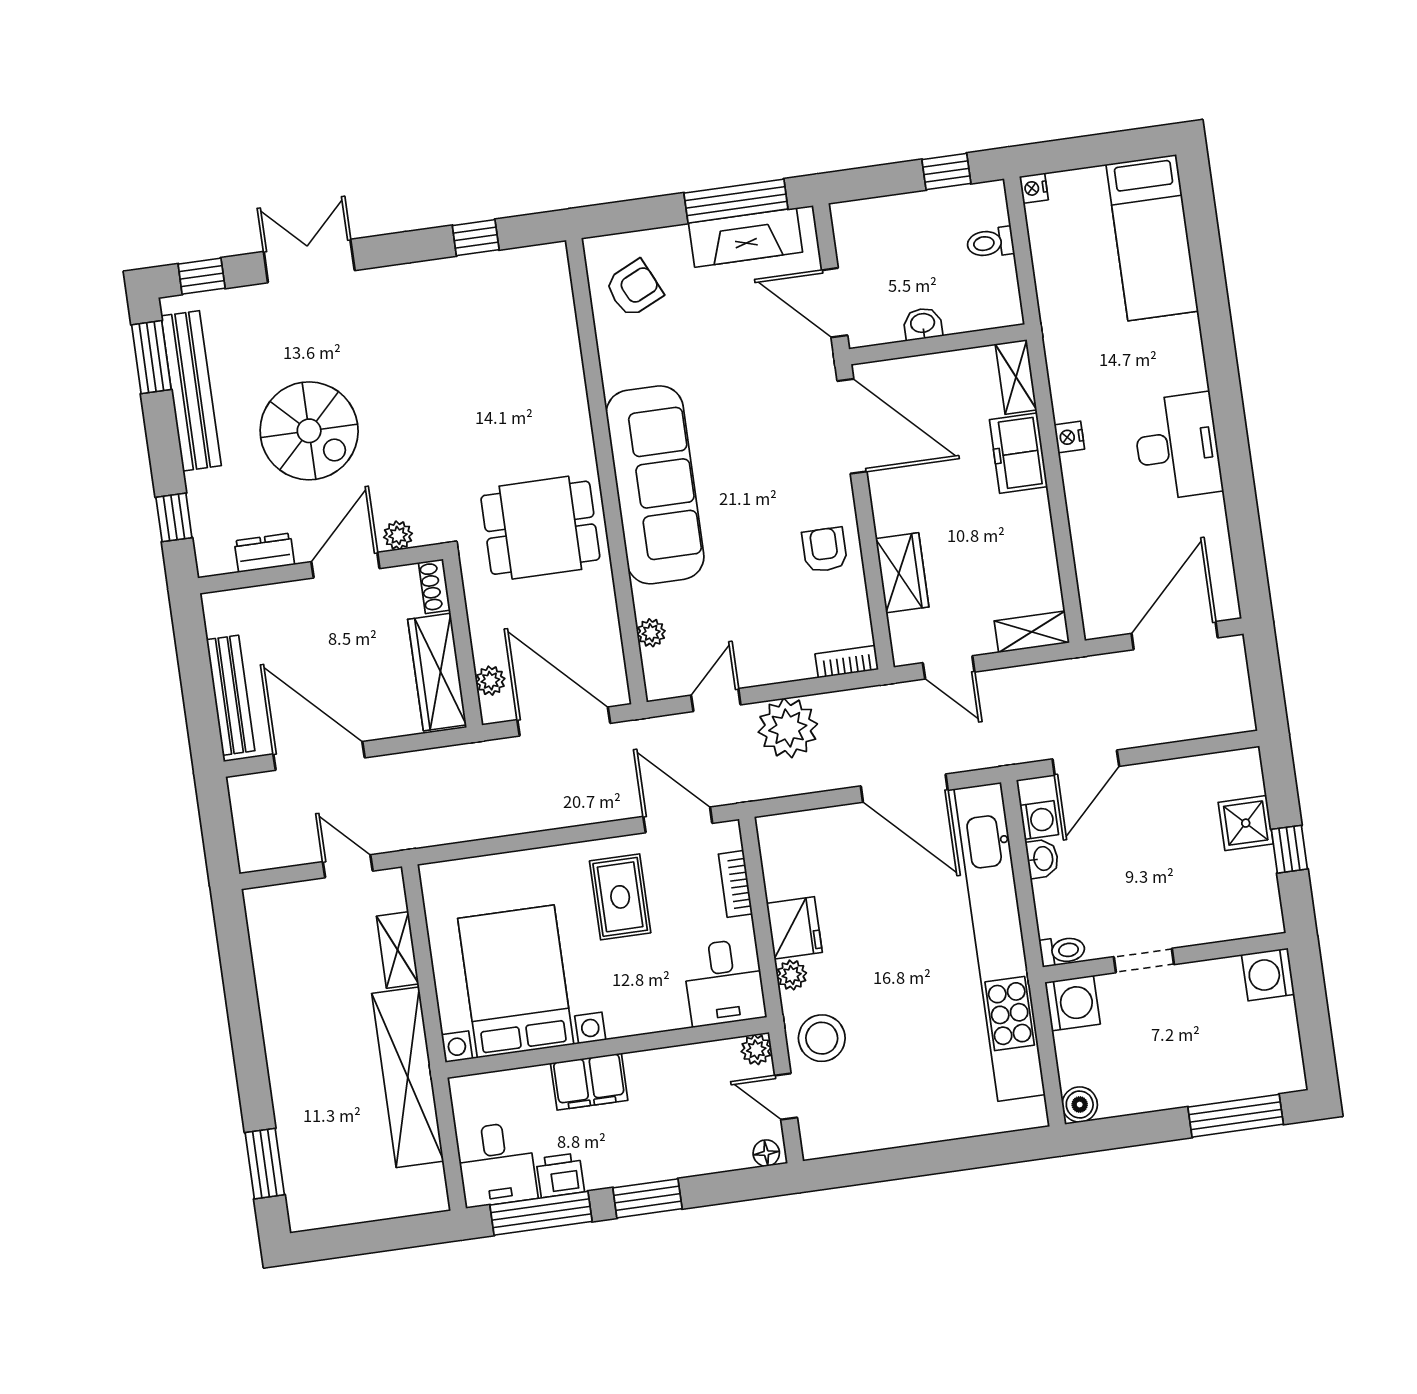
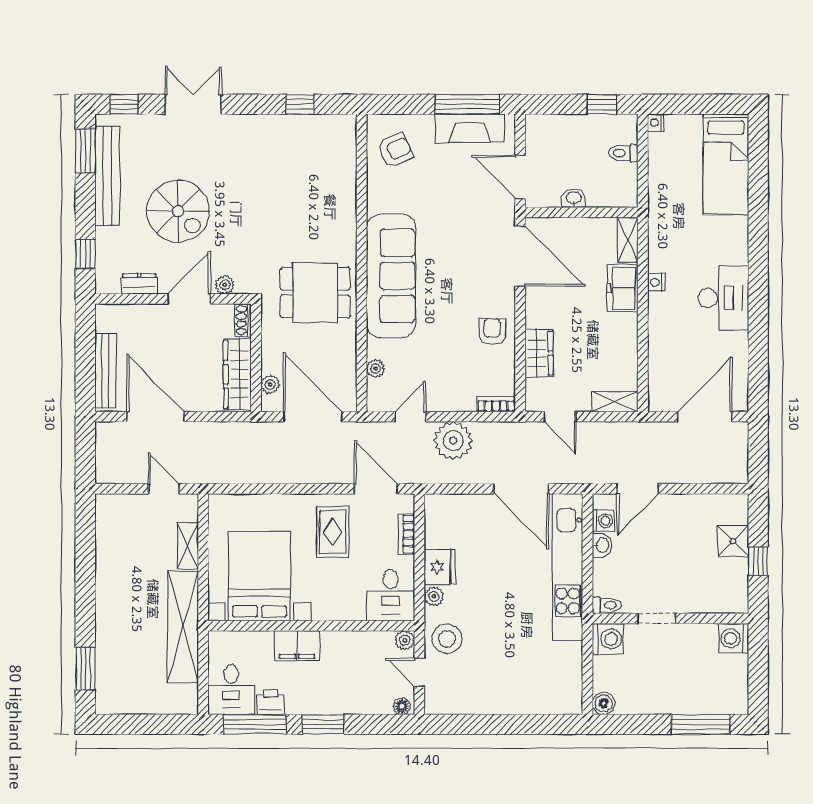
kitchen unit: (1000, 942) -> (568, 567), width x0.73

